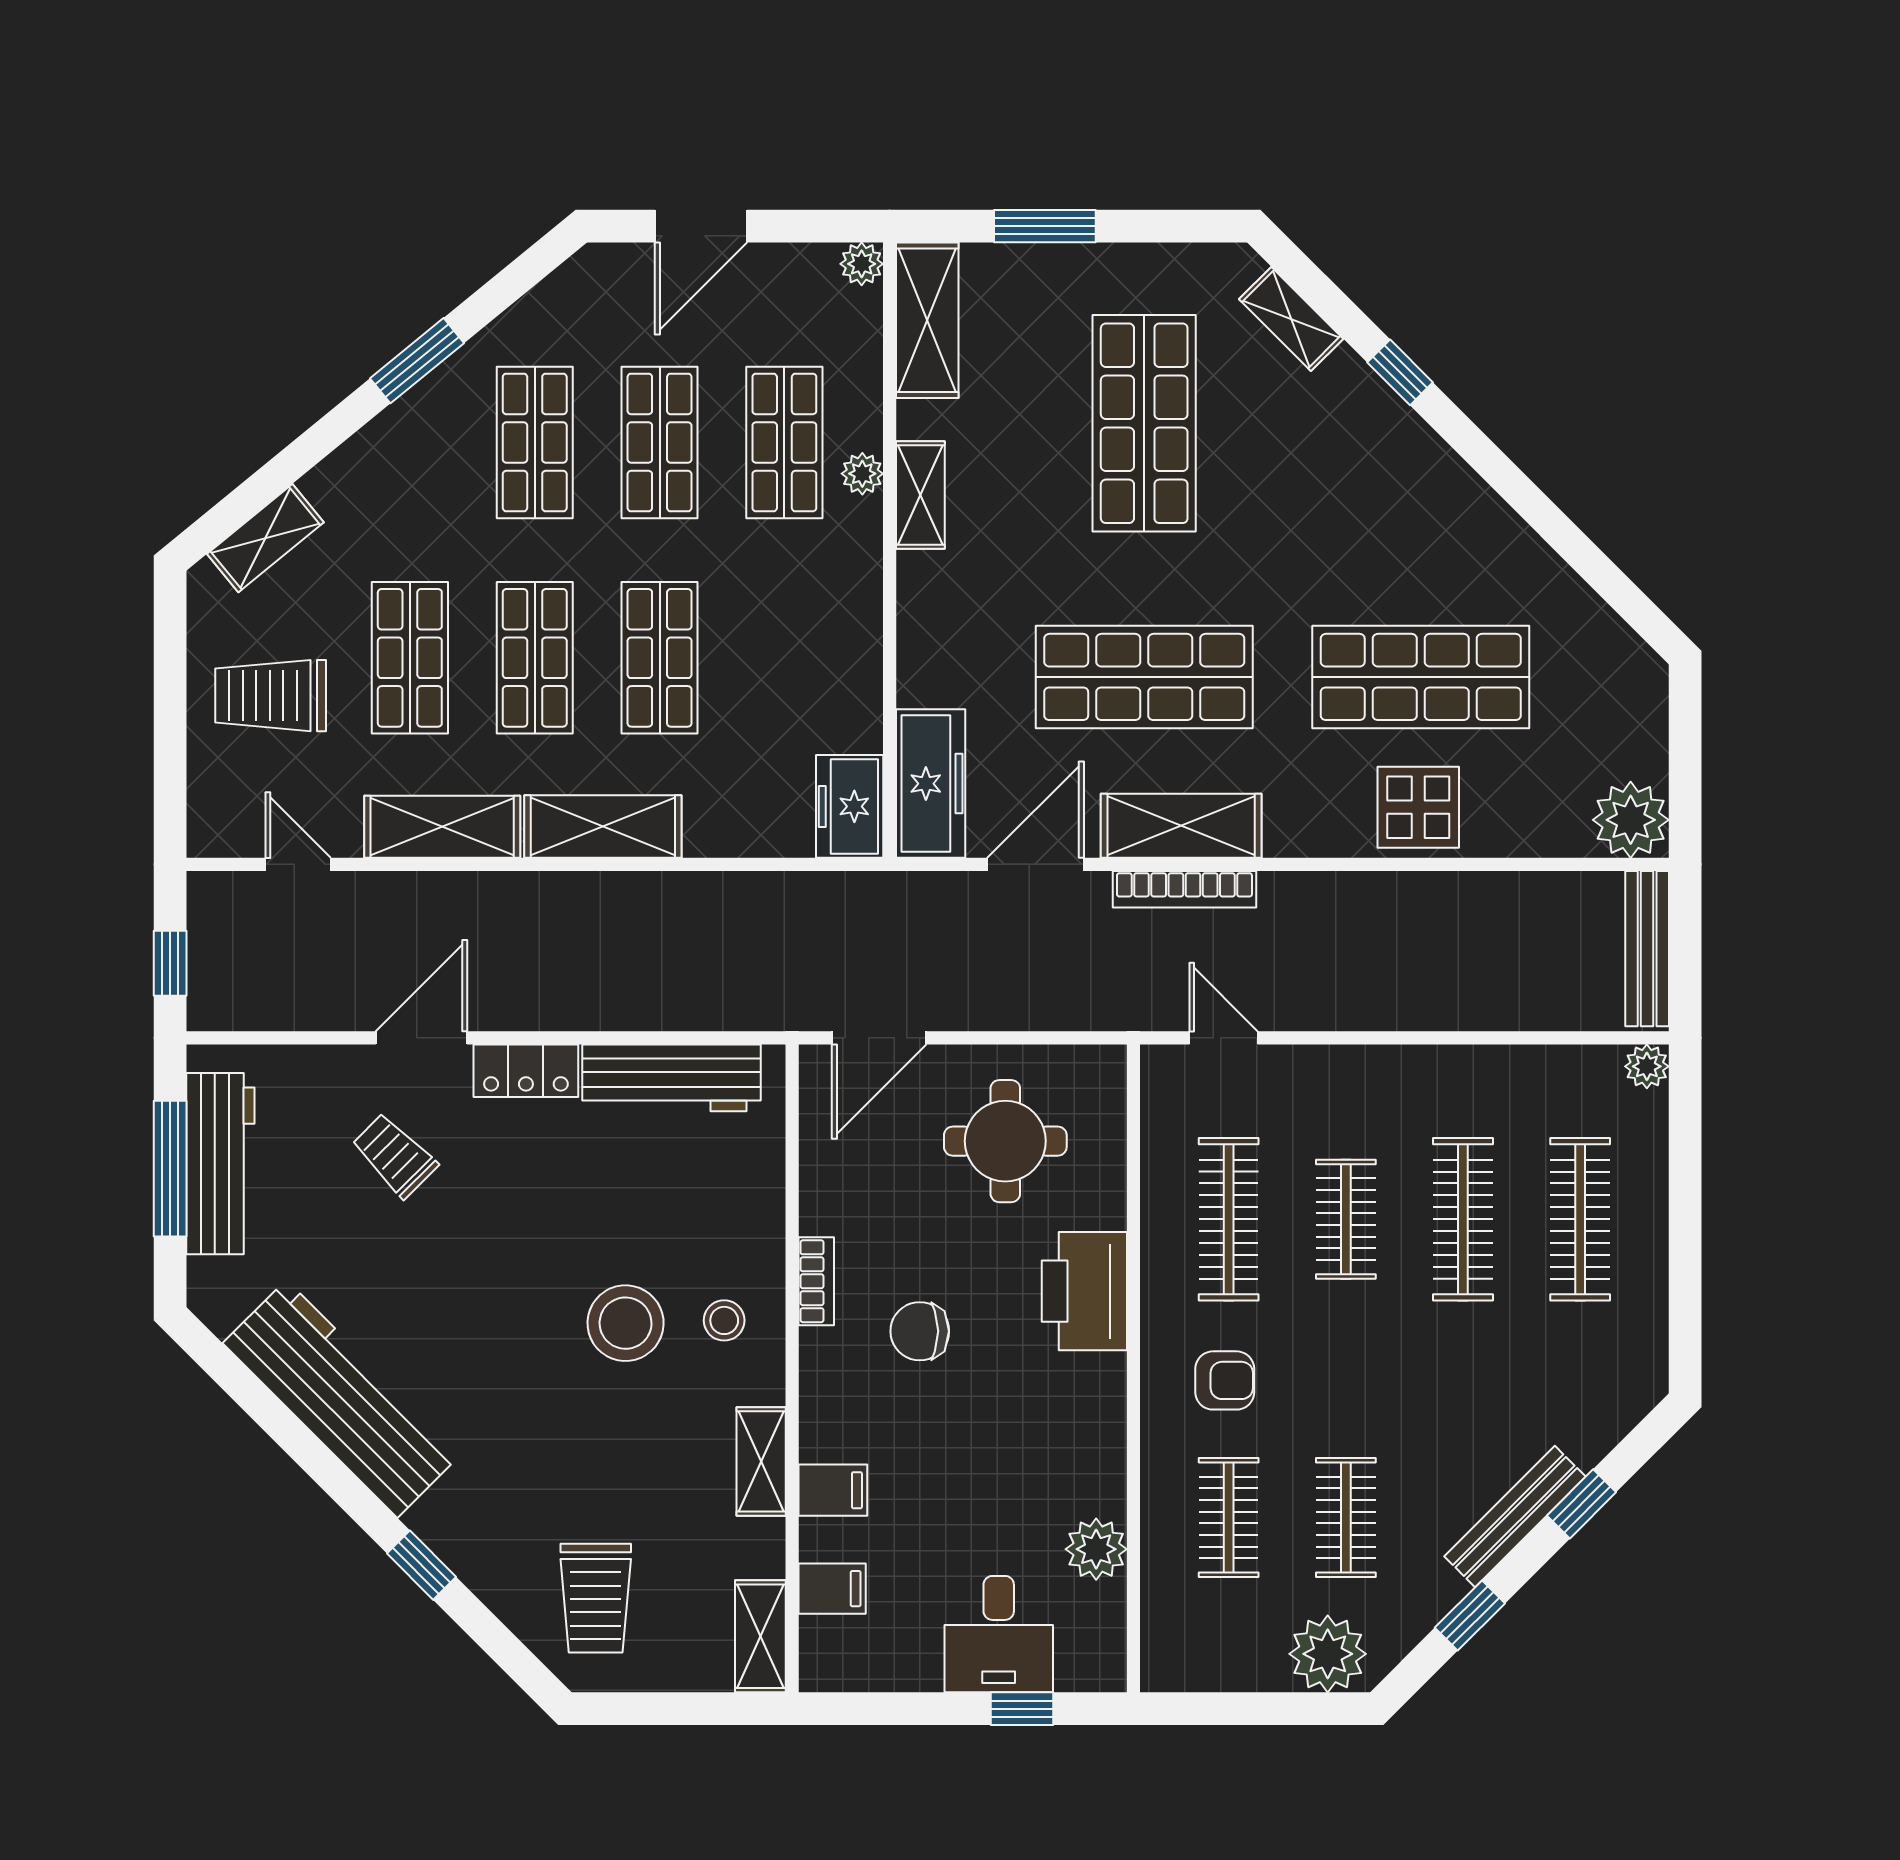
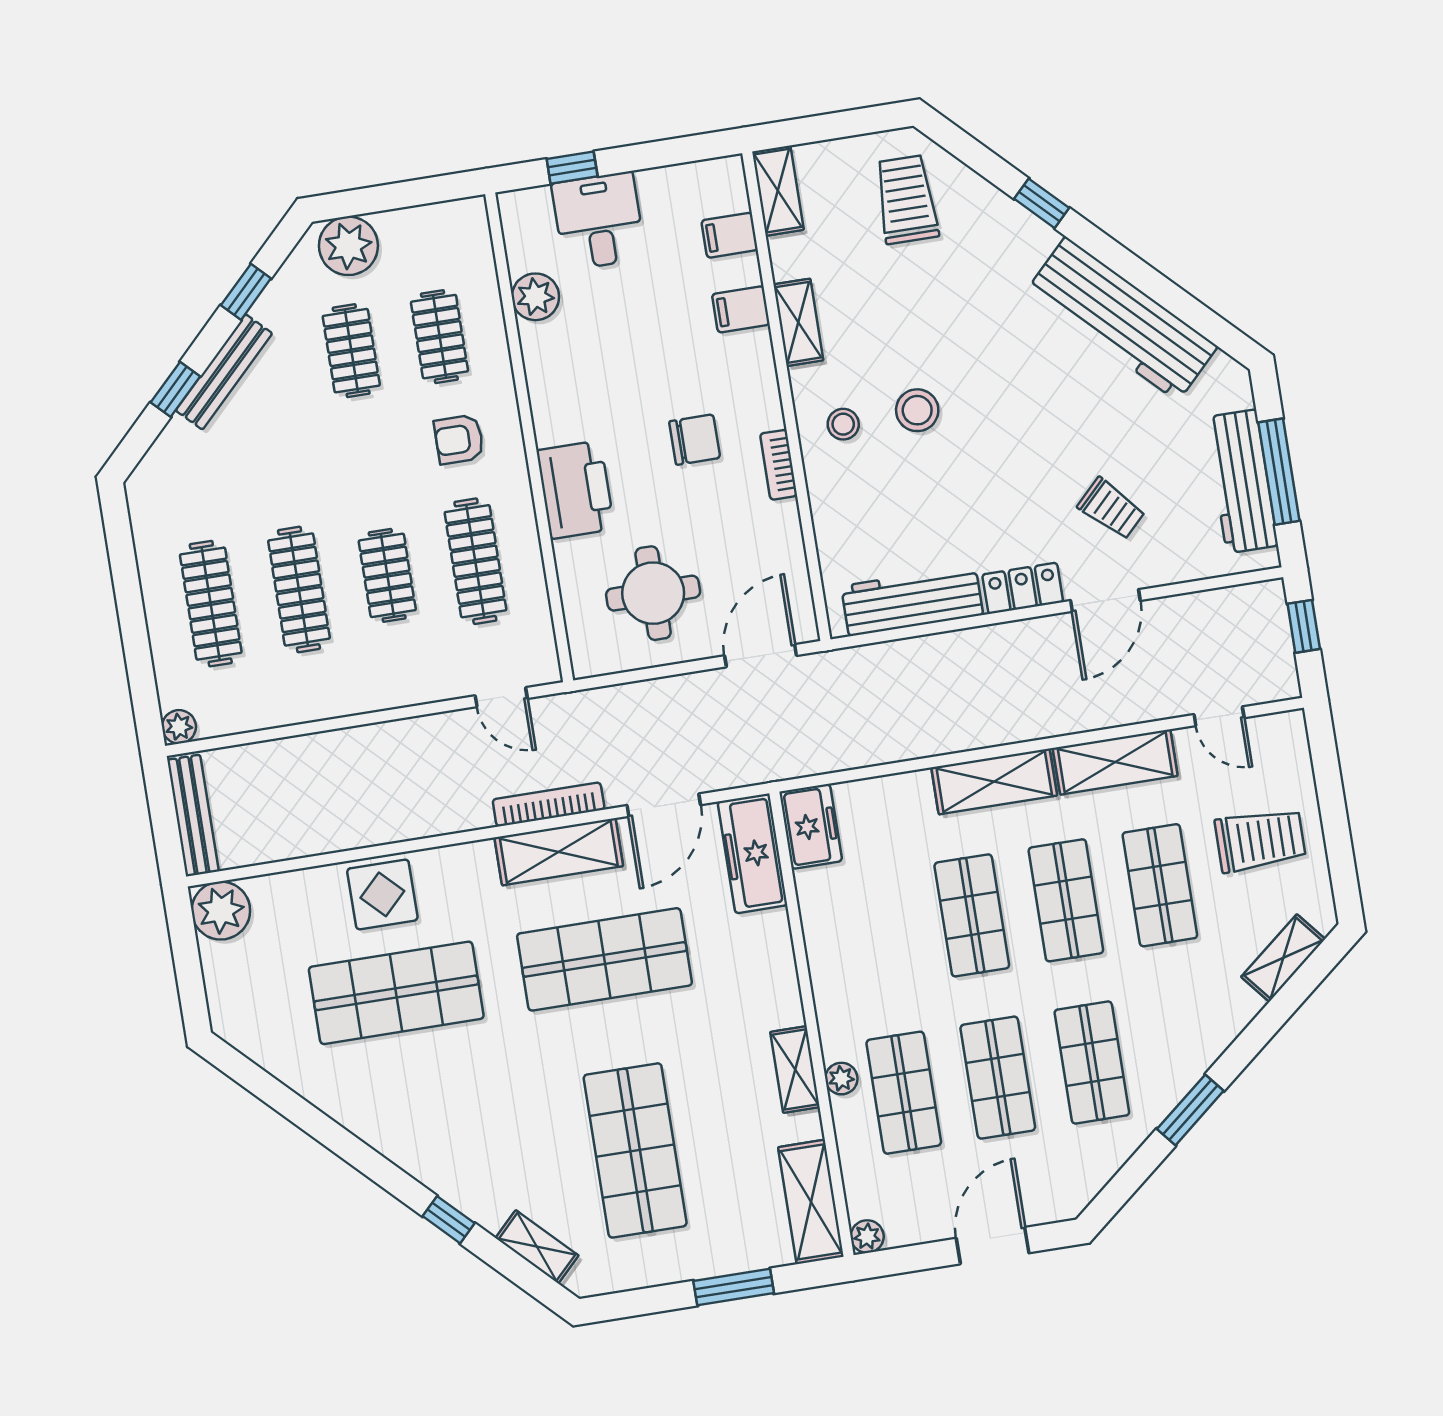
stool: (626, 1323) -> (917, 410), width x0.73, depth x0.73

